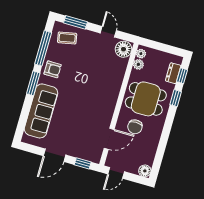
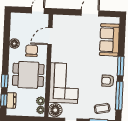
corner sofa: (105, 79) -> (64, 83), added
sofa: (41, 111) -> (109, 40), width x0.73
window: (83, 163) -> (66, 12), removed
floor lamp: (145, 171) -> (14, 44), moved

